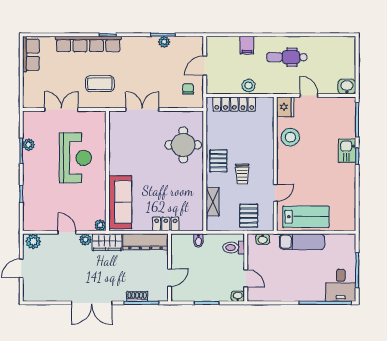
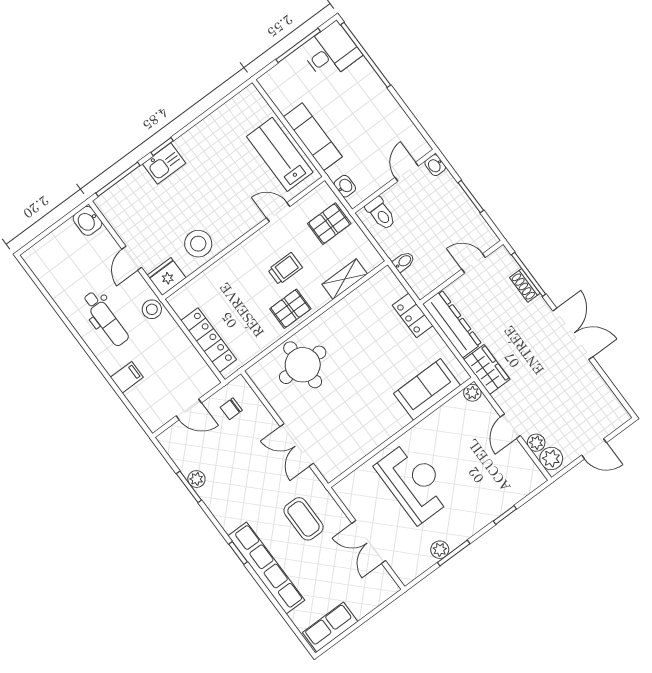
stool: (249, 86) -> (152, 309), moved
reception desk: (75, 158) -> (414, 482), turned 90
sofa: (120, 202) -> (427, 389), width x0.73
plant: (85, 240) -> (536, 443), moved

